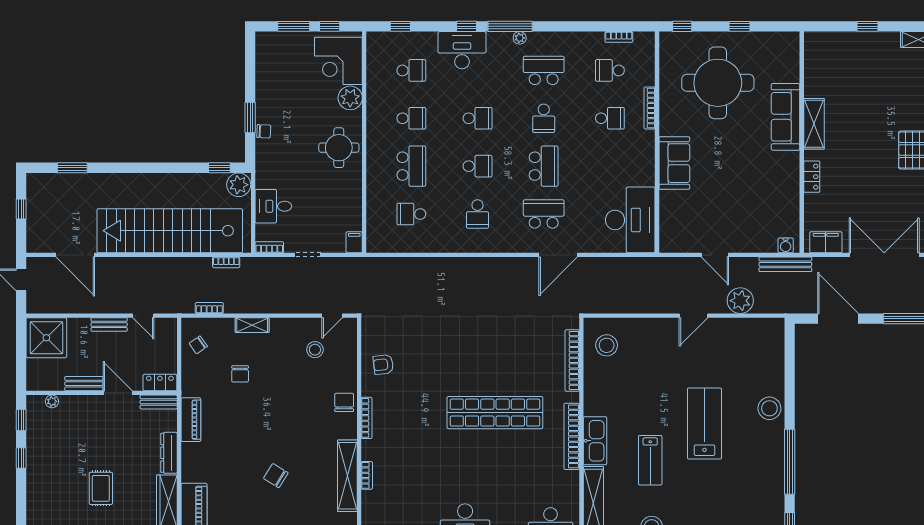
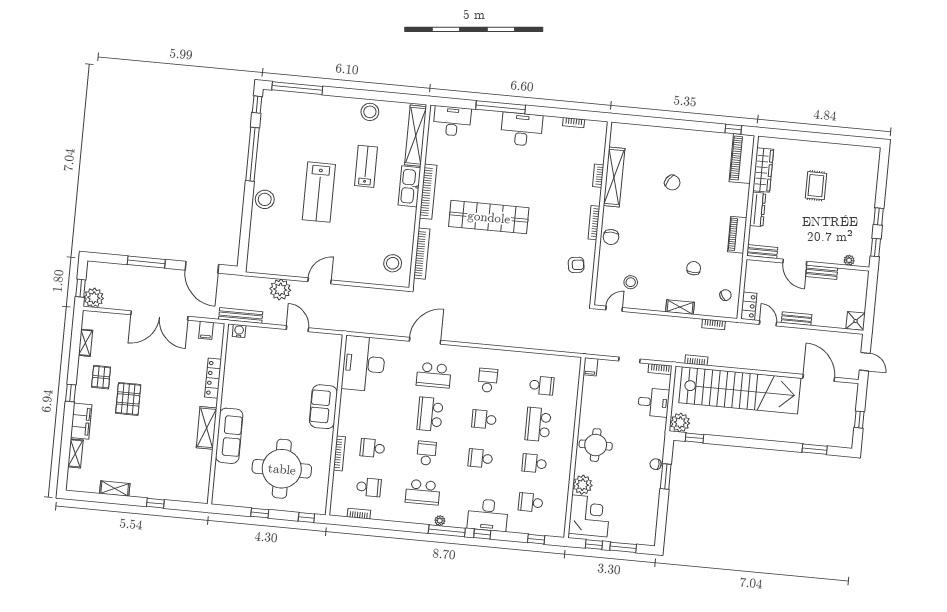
locker: (812, 177) -> (213, 378), width x1.53
filing cabinet: (826, 242) -> (206, 330), width x0.50
shower: (46, 338) -> (856, 321), width x0.54, depth x0.54
locker: (160, 383) -> (749, 306), moved, turned -90

